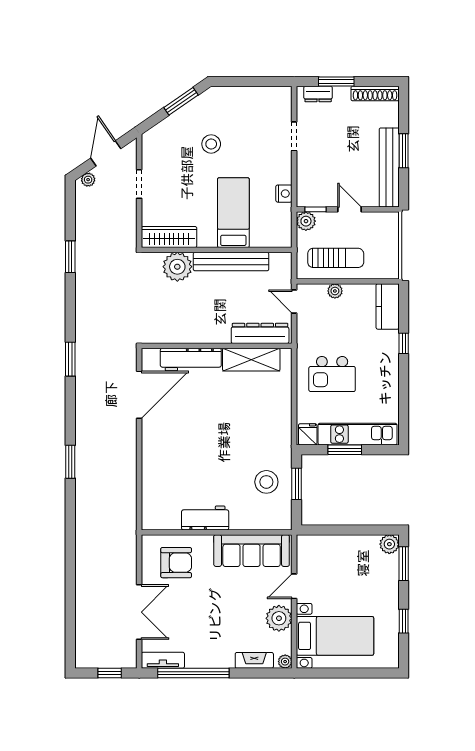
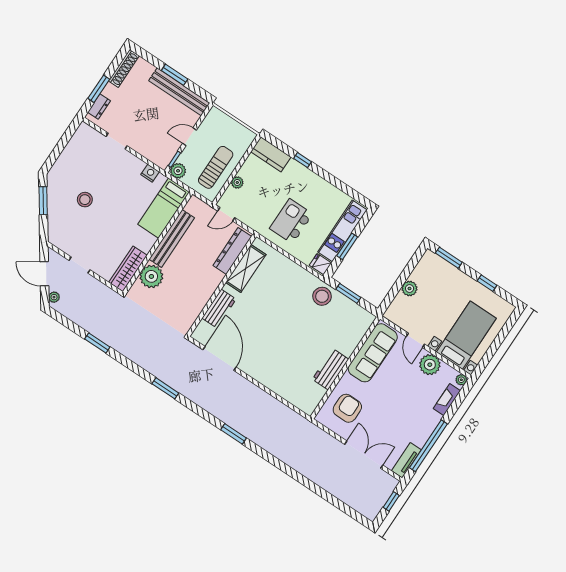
bed: (233, 213) -> (164, 208), moved, turned -90
workbench: (191, 360) -> (219, 309), width x0.73
kitchen island: (332, 374) -> (291, 221), turned 180
stool: (266, 482) -> (322, 296), moved
plant: (389, 544) -> (410, 289), moved

